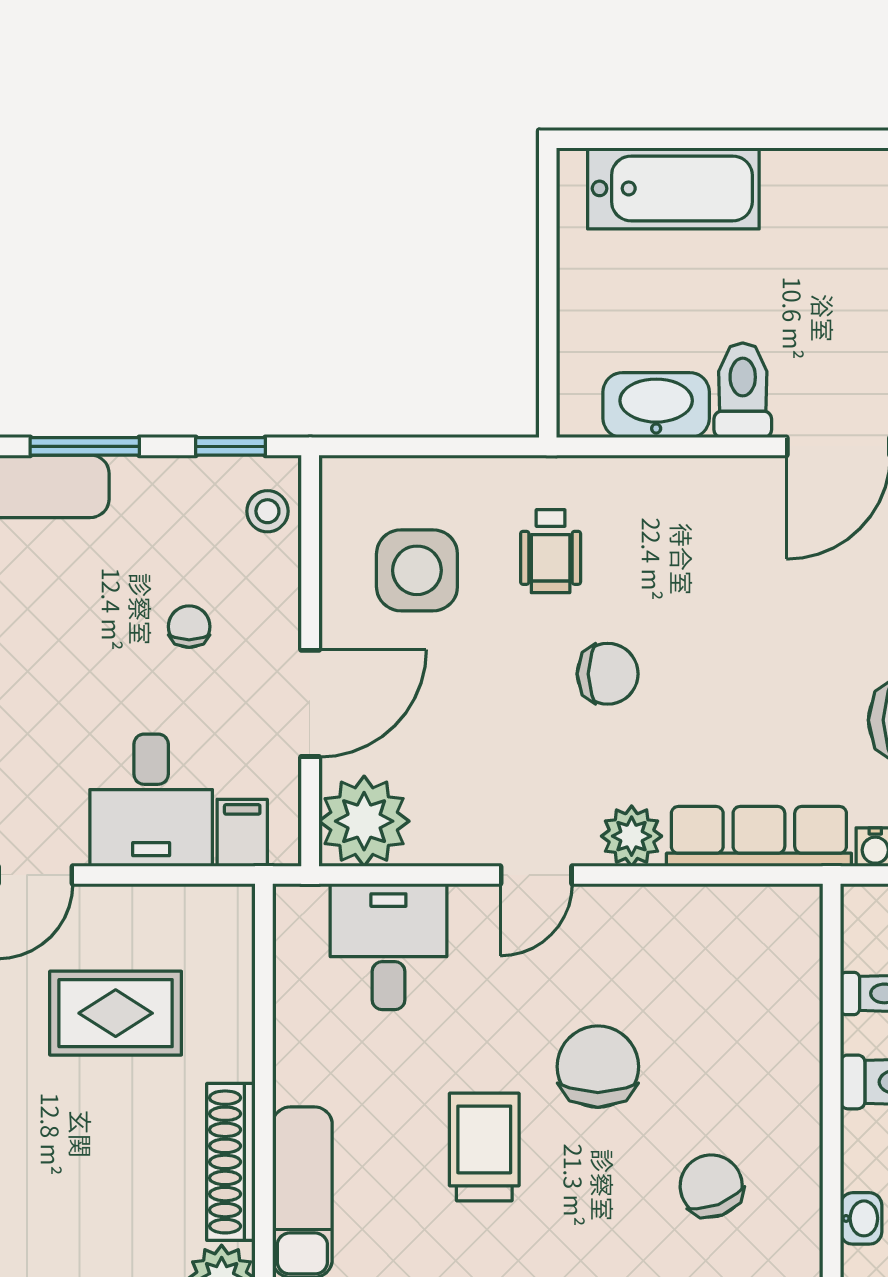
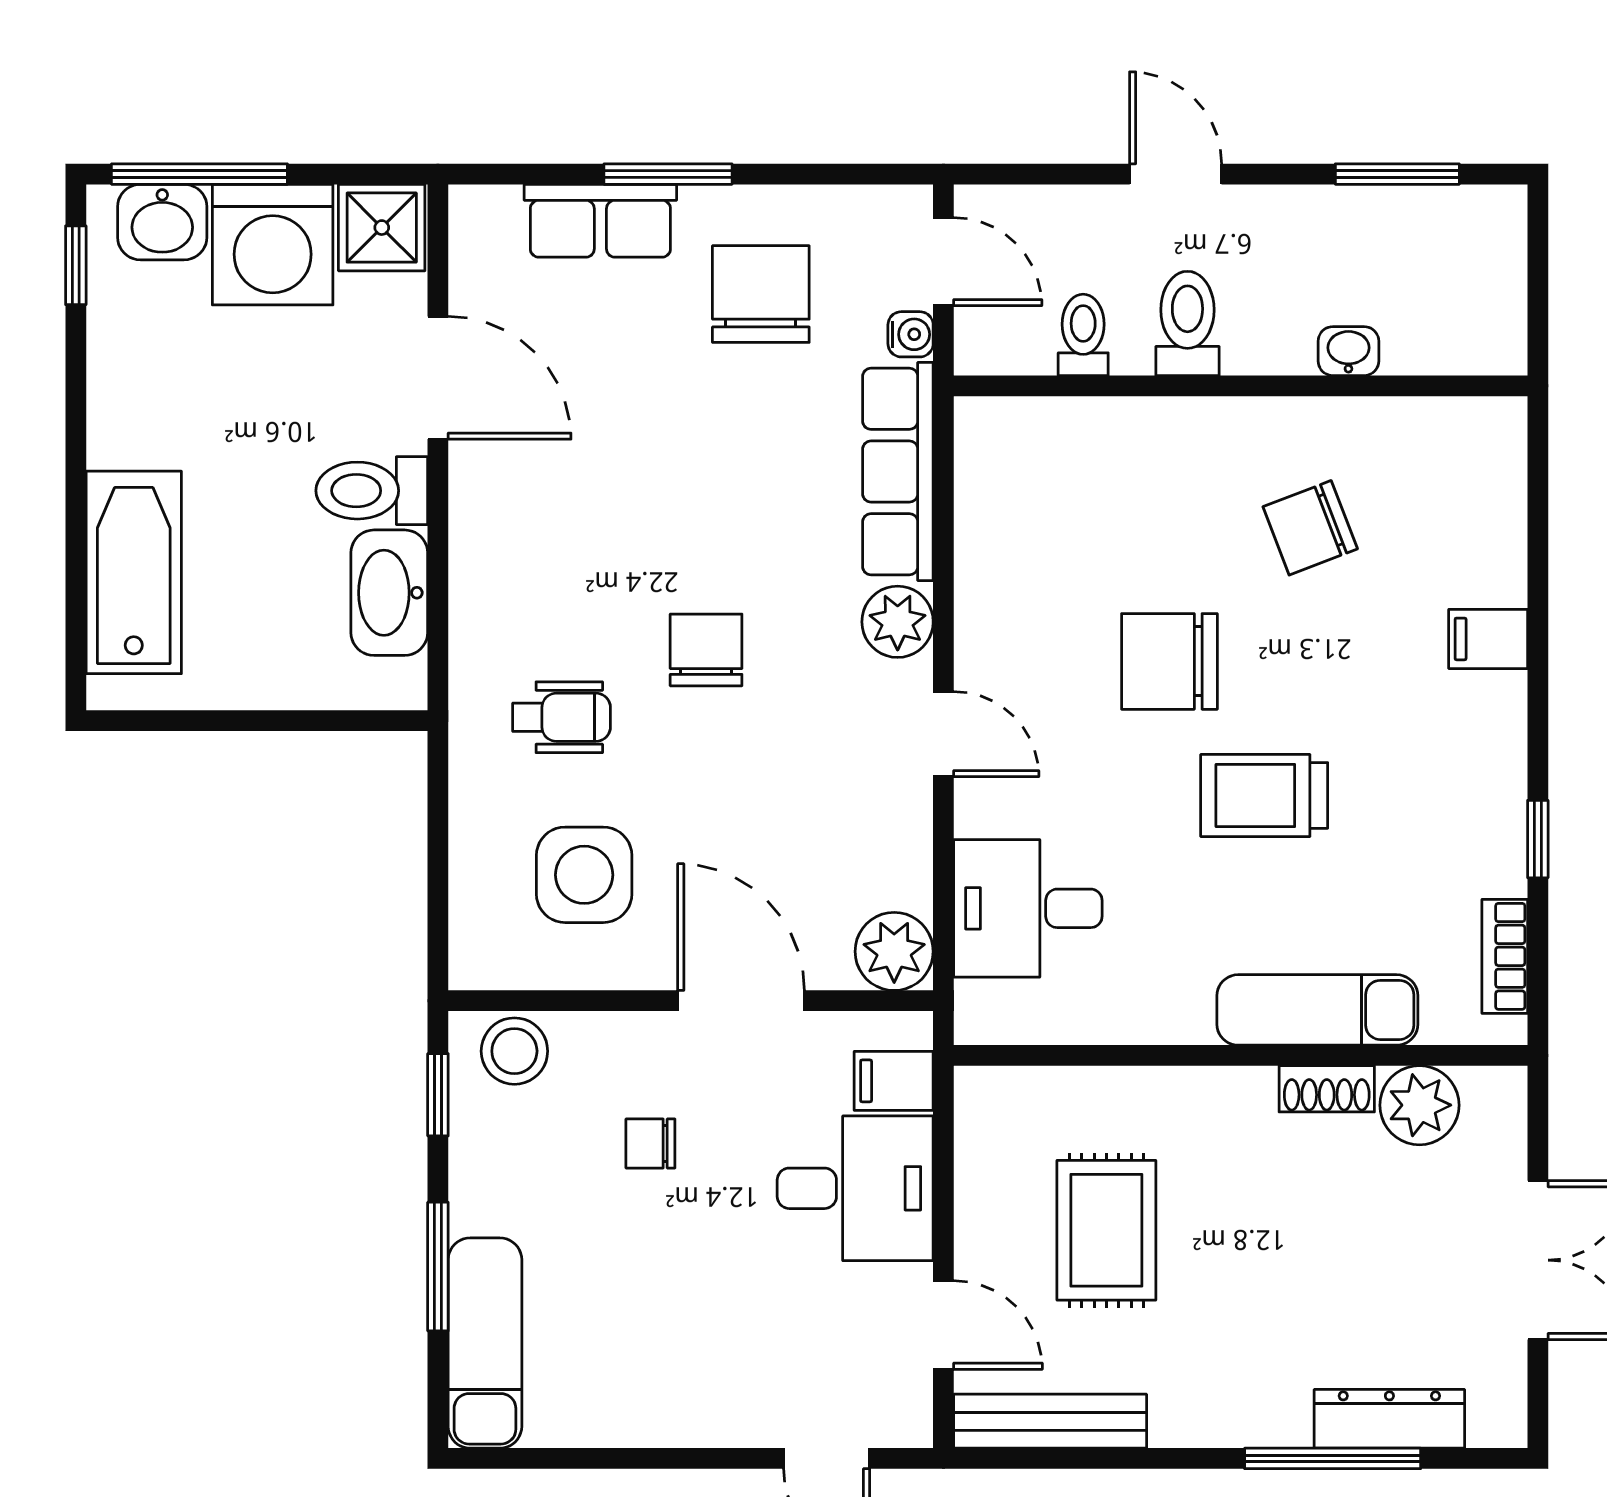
stool: (267, 511) -> (514, 1051), width x1.37, depth x1.37
plant: (364, 821) -> (894, 951), width x0.73, depth x0.73
shoe rack: (231, 1162) -> (1327, 1089), width x0.51, depth x0.81

